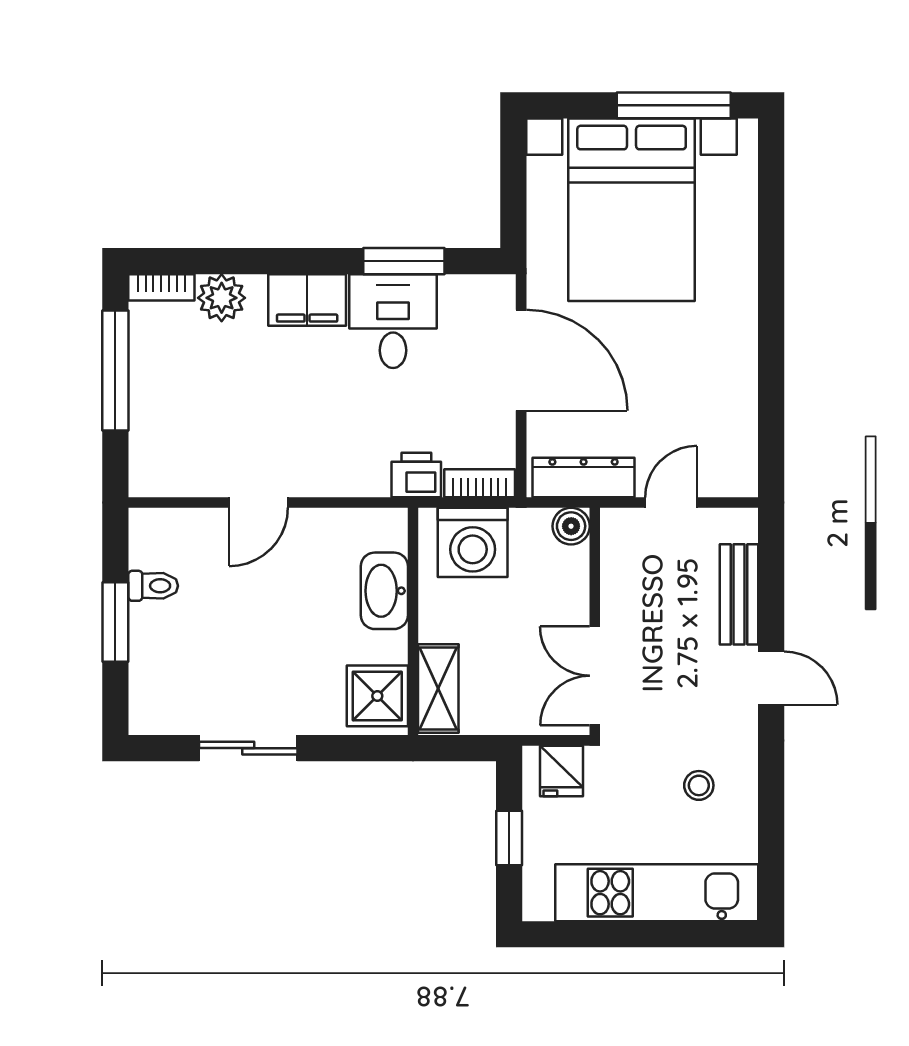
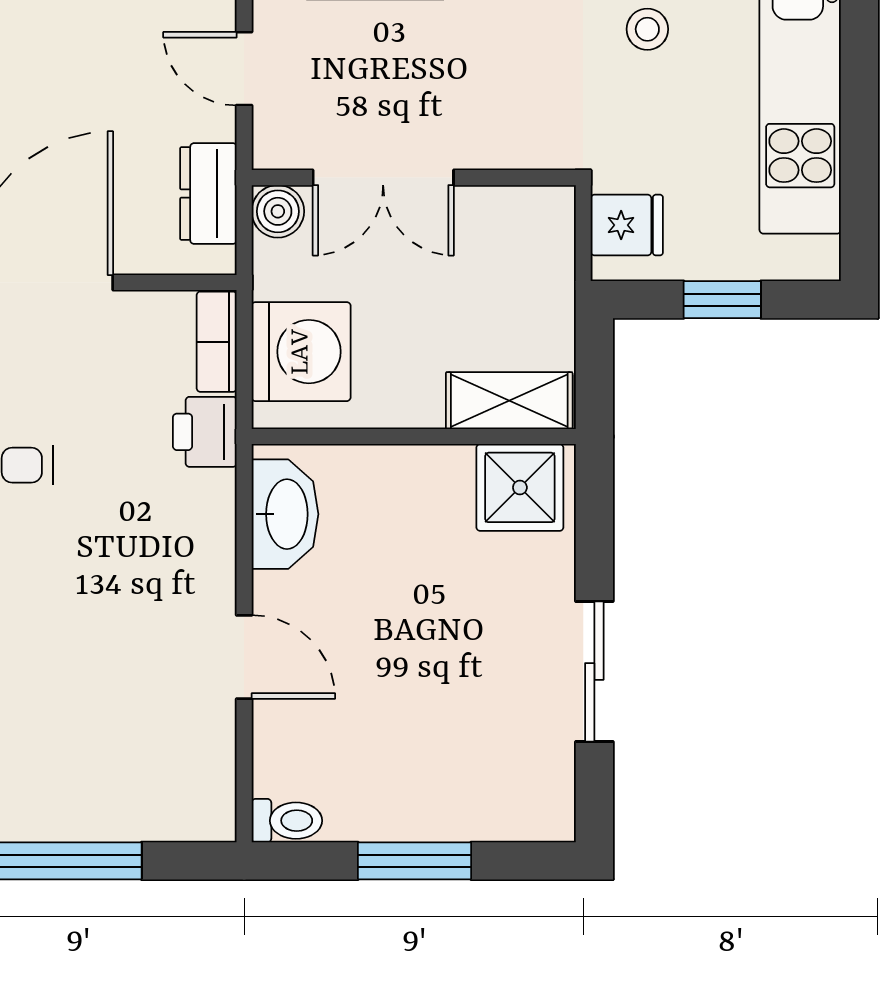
dresser: (584, 477) -> (208, 194), width x0.70
toilet: (153, 586) -> (287, 821), moved, turned 90
washbasin: (384, 591) -> (285, 514), moved, turned -90
double door: (595, 676) -> (383, 178), moved

